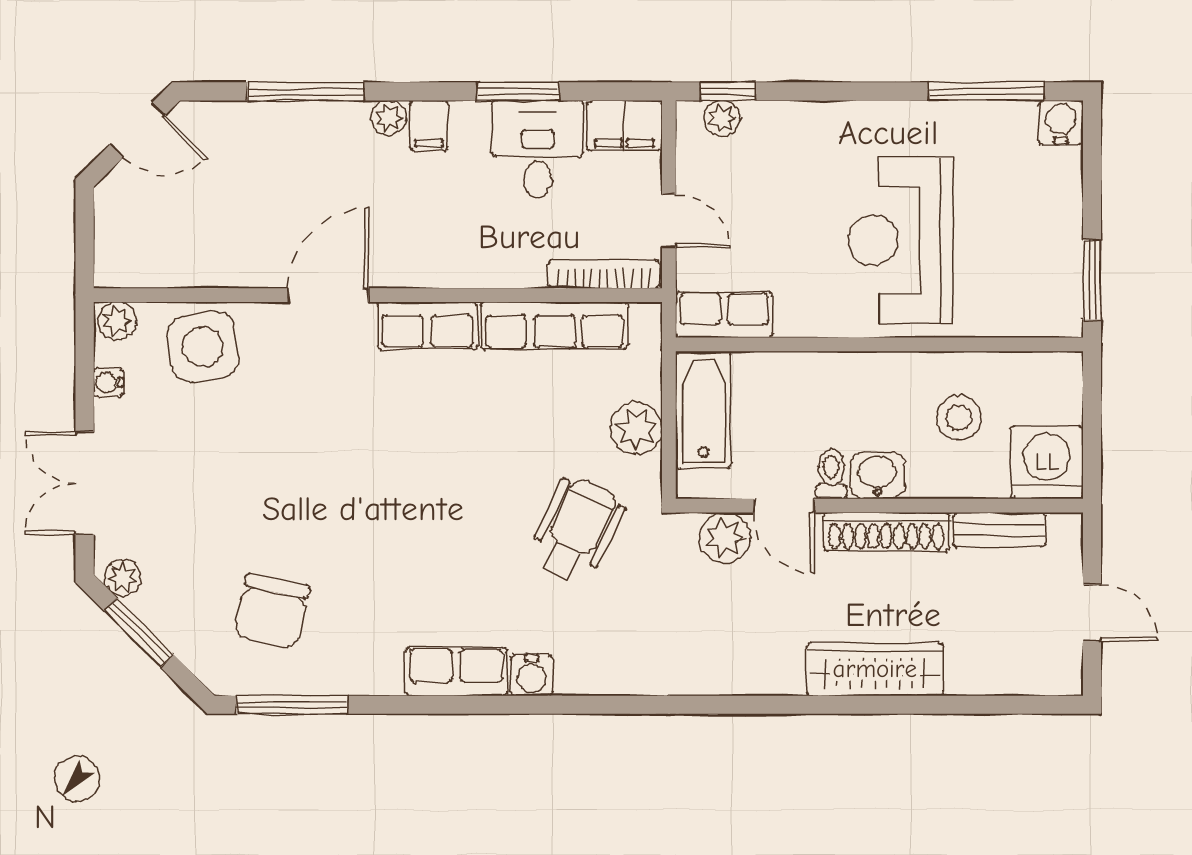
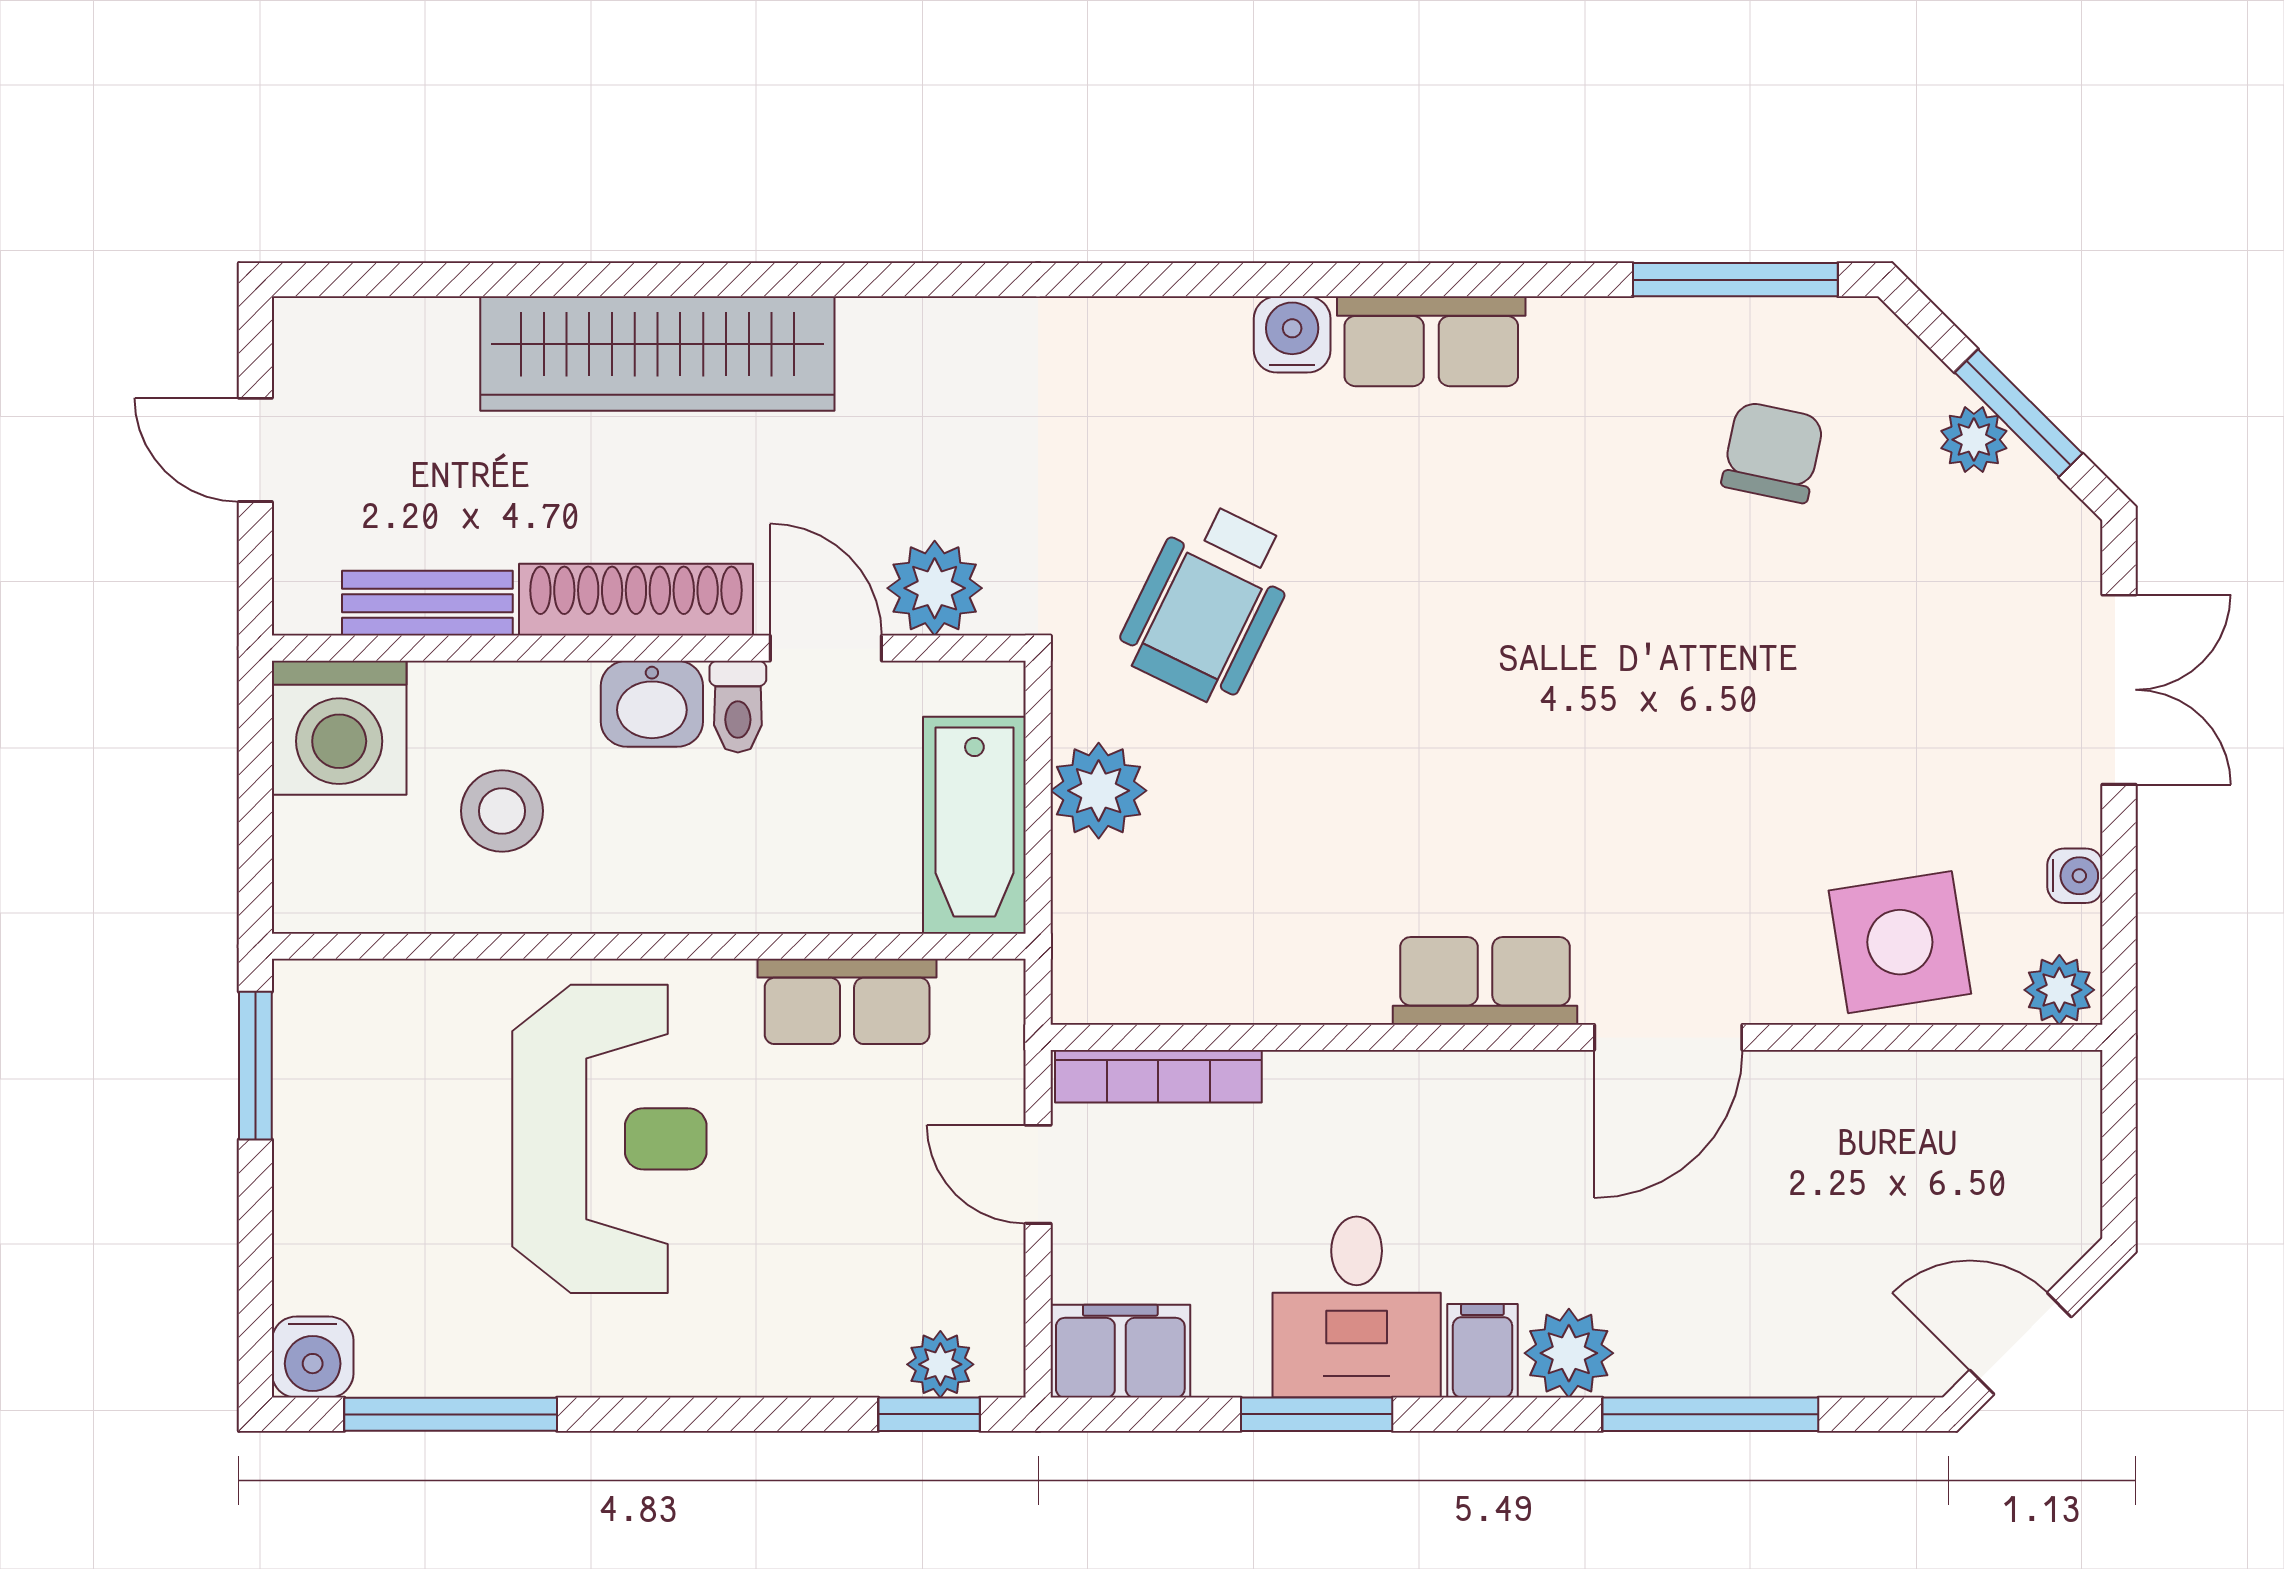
plant: (389, 118) -> (1569, 1353), width x1.38, depth x1.38
desk: (538, 149) -> (1357, 1307), moved
row of seats: (724, 315) -> (847, 1001), moved
row of seats: (554, 326) -> (1250, 981), removed
plant: (122, 577) -> (1974, 440), moved
chair: (272, 611) -> (1773, 452), width x0.73, depth x0.73
wardrobe: (875, 669) -> (657, 353), width x1.40, depth x1.17

